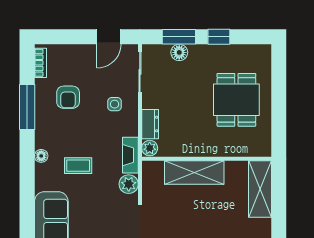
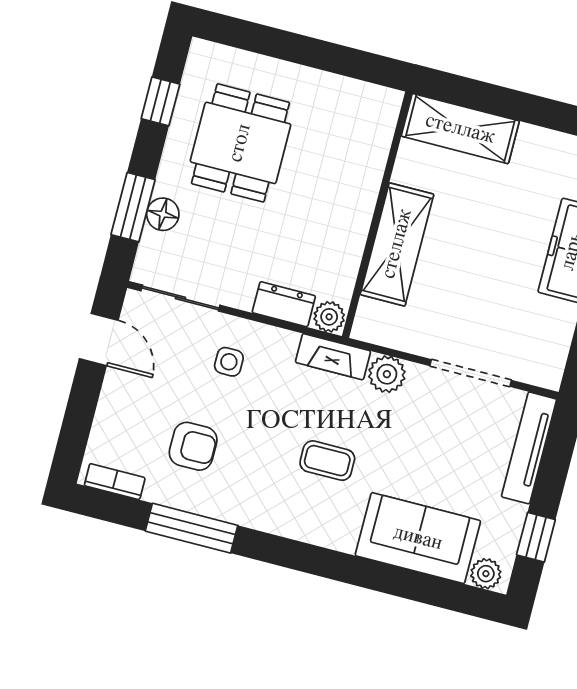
window: (219, 37) -> (160, 101), moved
dining table: (236, 100) -> (240, 143), moved, turned 90
floor lamp: (41, 156) -> (291, 526), removed
coffee table: (78, 166) -> (327, 461), turned 90

